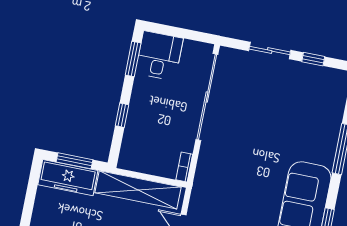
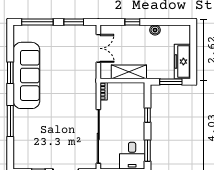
freezer: (68, 178) -> (182, 62), moved, turned -90
shelving: (138, 190) -> (129, 72), width x0.68

